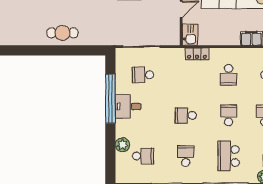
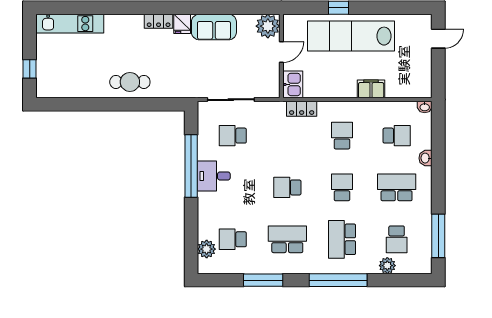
school desk: (229, 75) -> (342, 136), turned 180
plant: (122, 145) -> (207, 249), moved
school desk: (143, 156) -> (233, 239), turned 180
school desk: (186, 156) -> (287, 239), width x1.85

